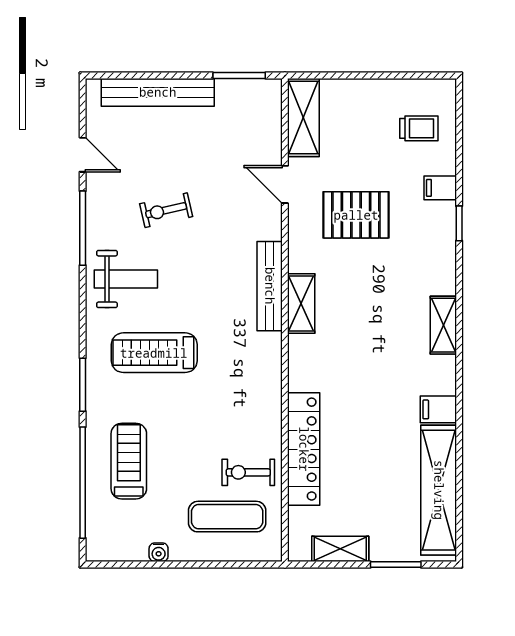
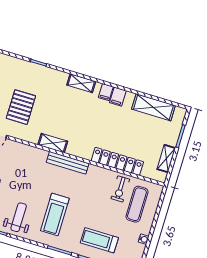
filing cabinet: (440, 188) -> (106, 92), moved
bench: (270, 286) -> (68, 163), moved
shelving: (439, 490) -> (153, 107), width x0.68

